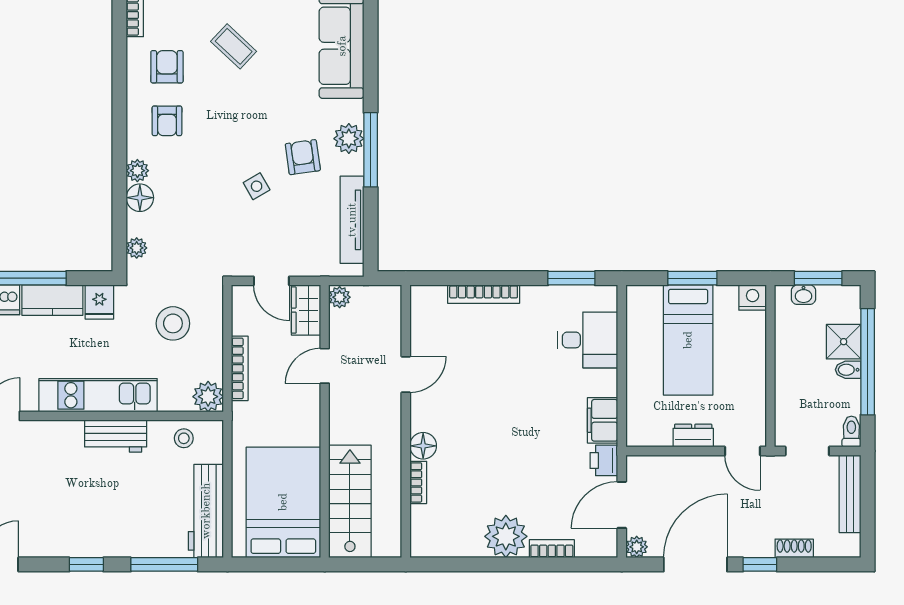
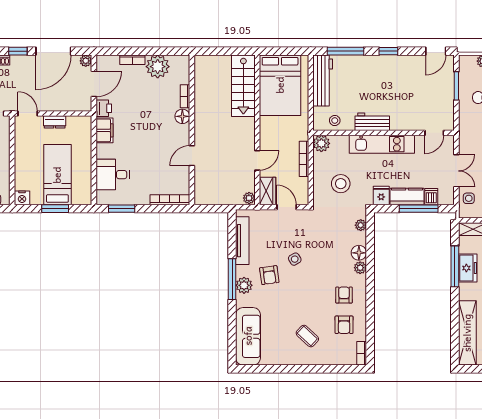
door: (406, 375) -> (192, 156), moved
wall: (406, 421) -> (192, 130), moved
floor lamp: (423, 446) -> (182, 116), moved
bookcase: (418, 482) -> (185, 96), moved

